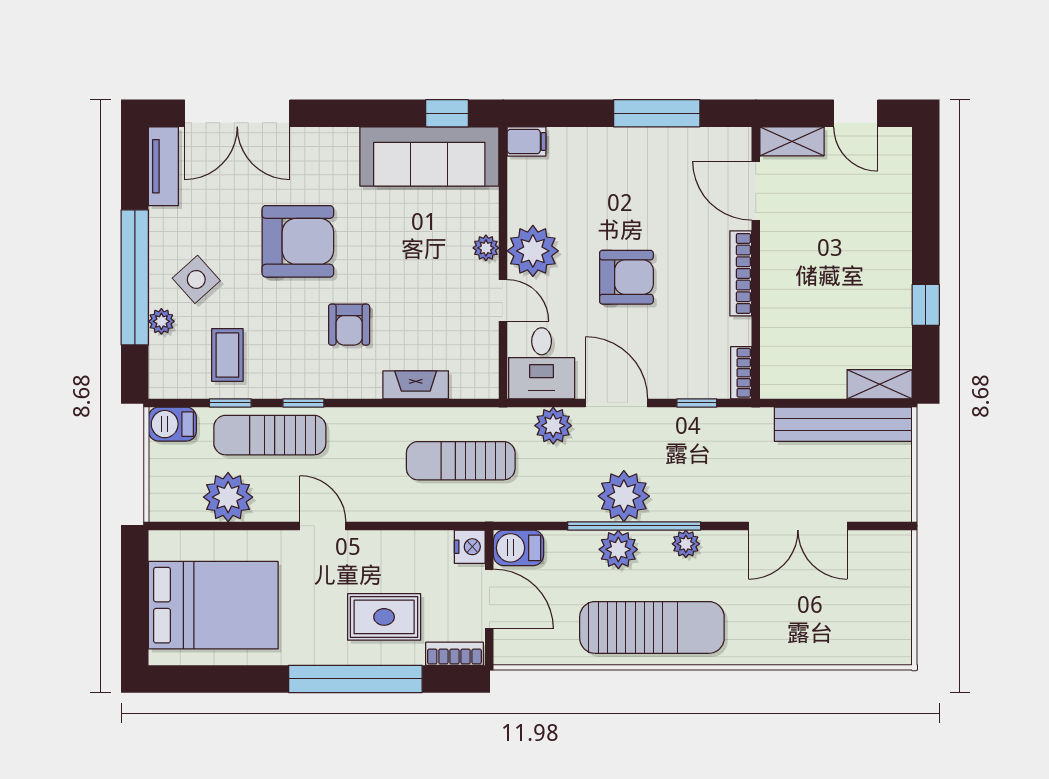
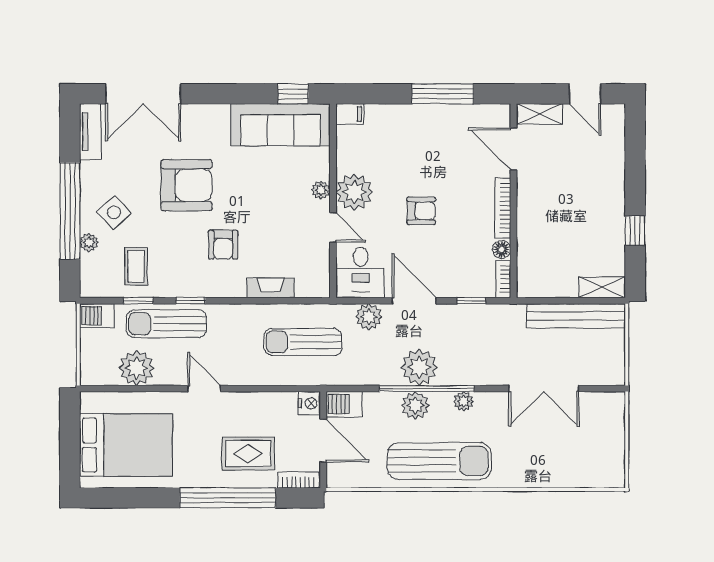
armchair: (626, 277) -> (421, 211), width x0.72, depth x0.72
floor lamp: (739, 331) -> (502, 249), added

